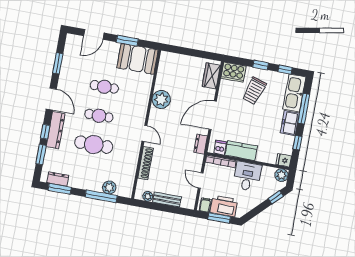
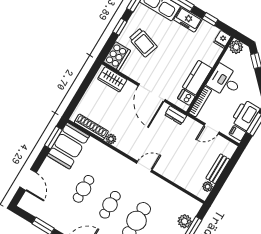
window: (127, 41) -> (53, 138), moved
plant: (161, 99) -> (111, 139), width x0.53, depth x0.53
shoe rack: (145, 163) -> (91, 127), moved

